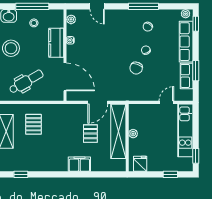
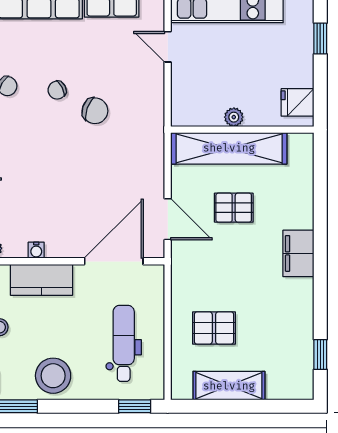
dental chair: (26, 82) -> (124, 343), turned 30
door: (98, 102) -> (168, 219), moved
filing cabinet: (79, 164) -> (298, 253), moved

